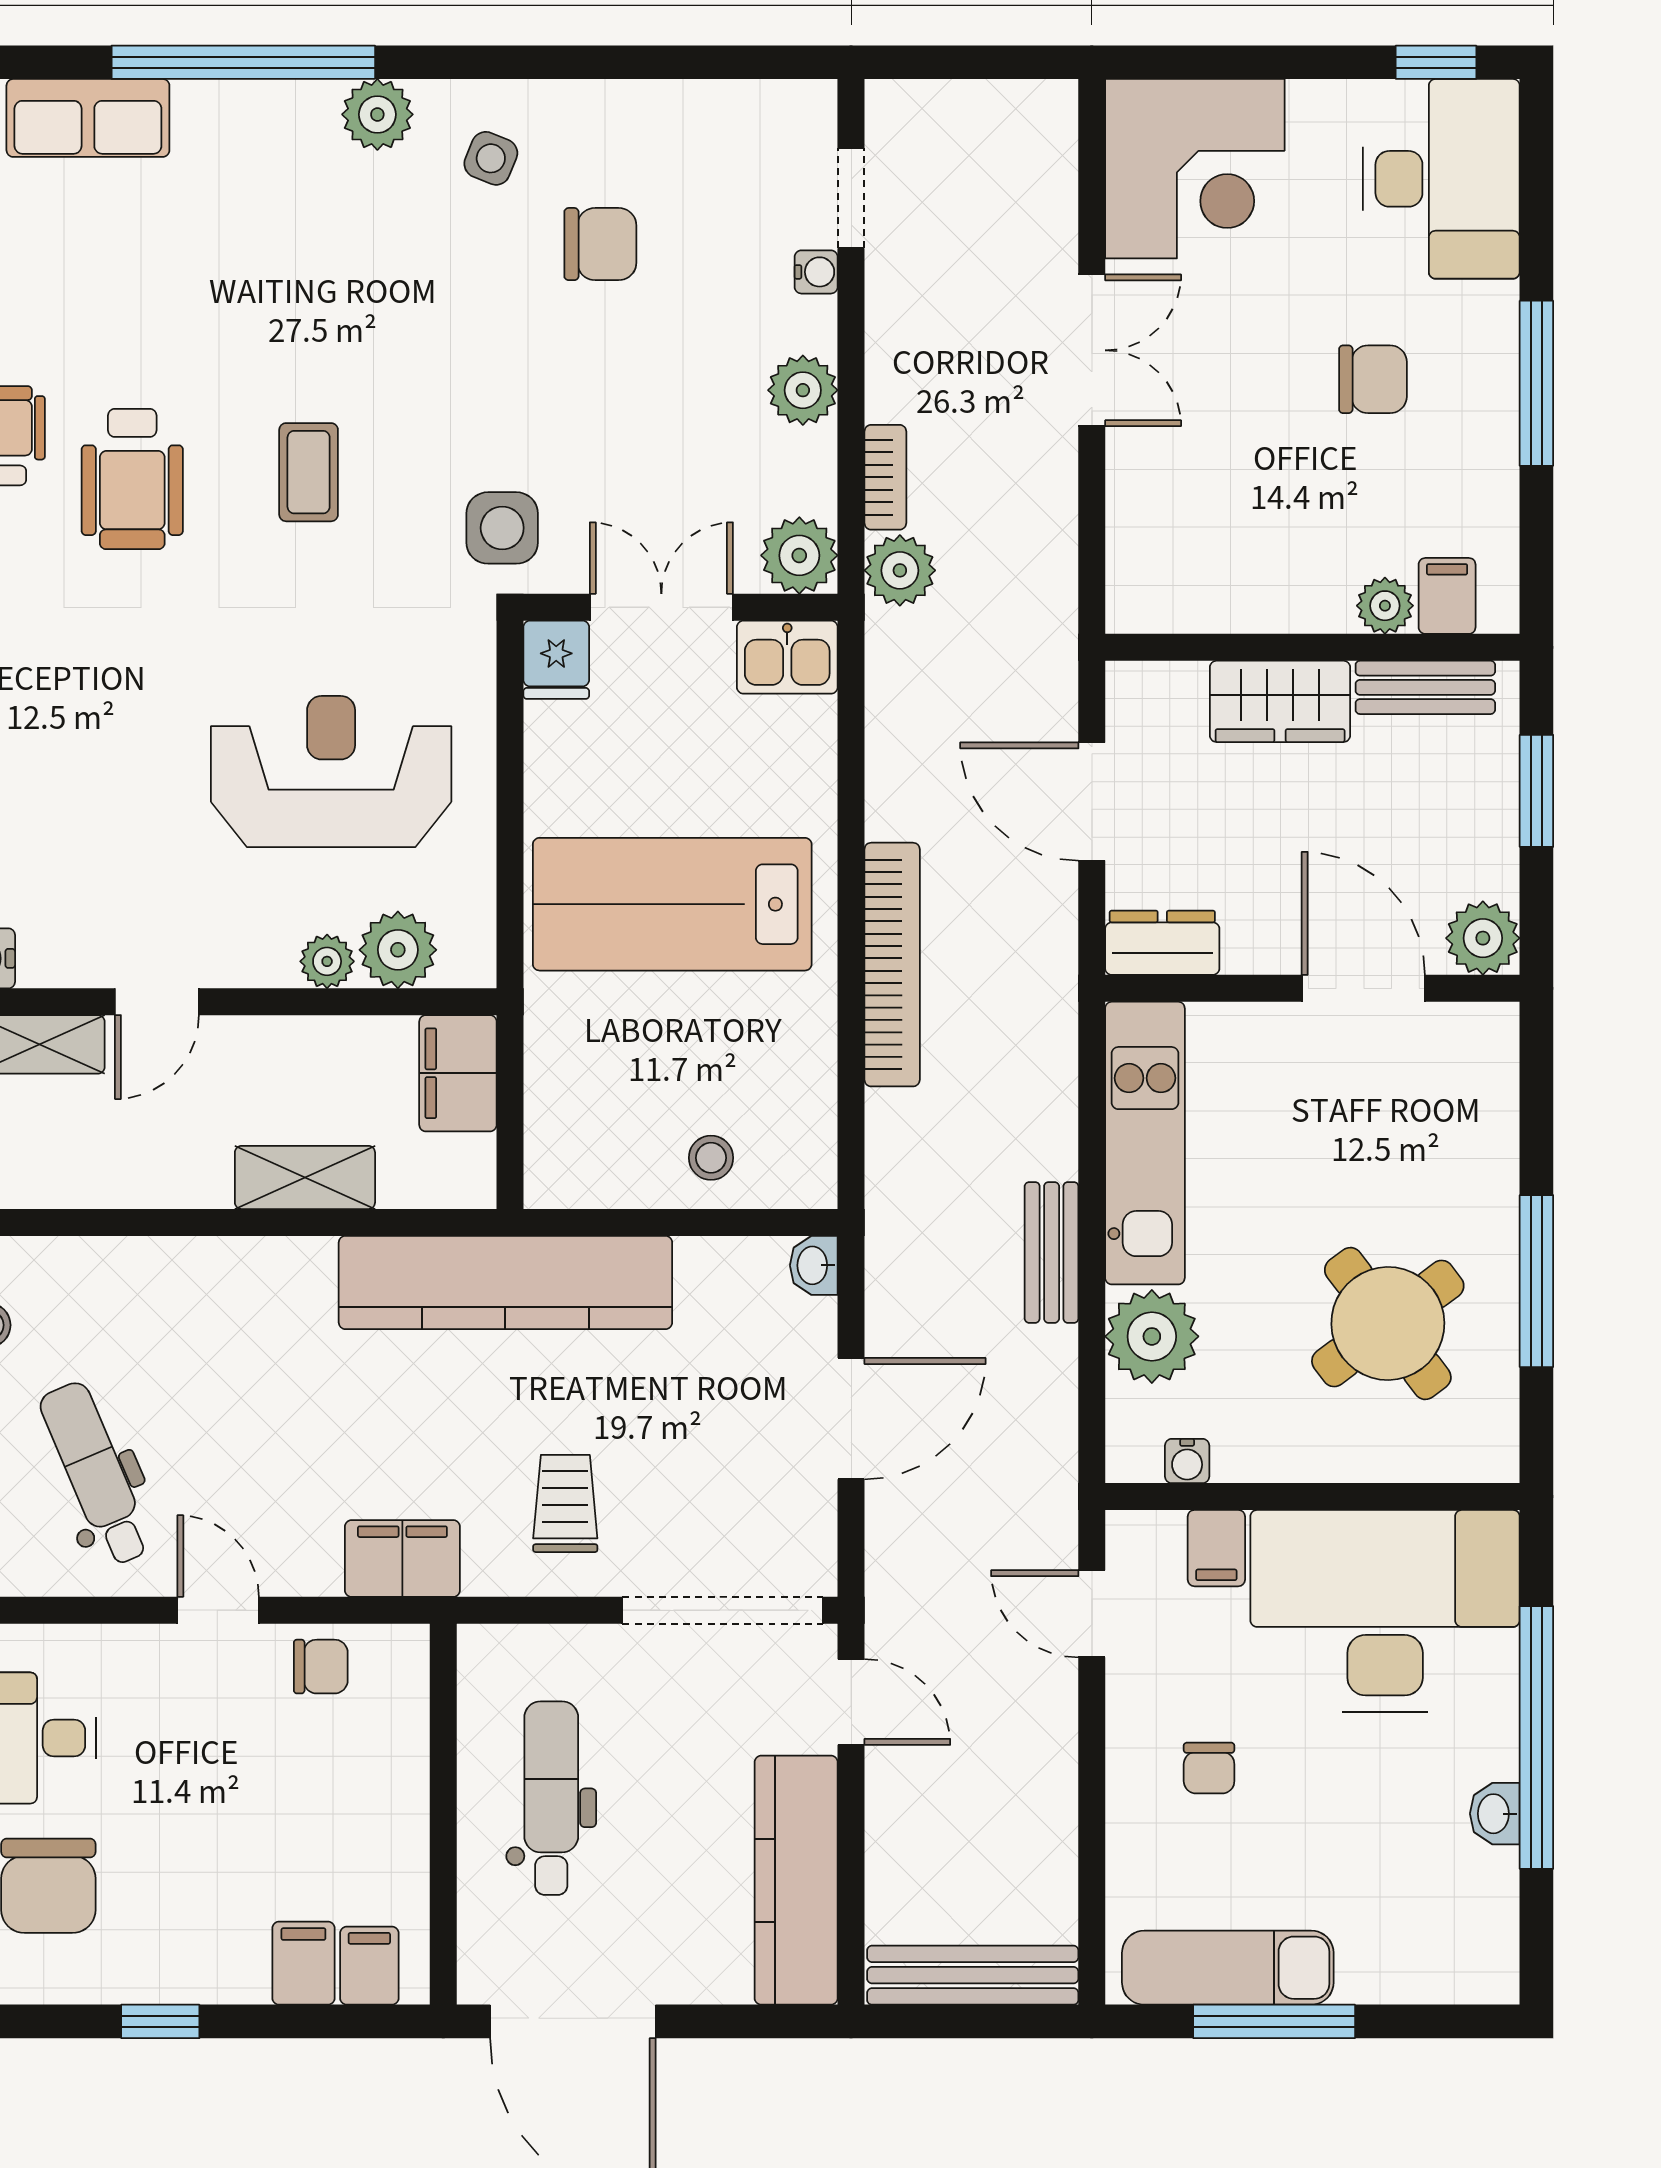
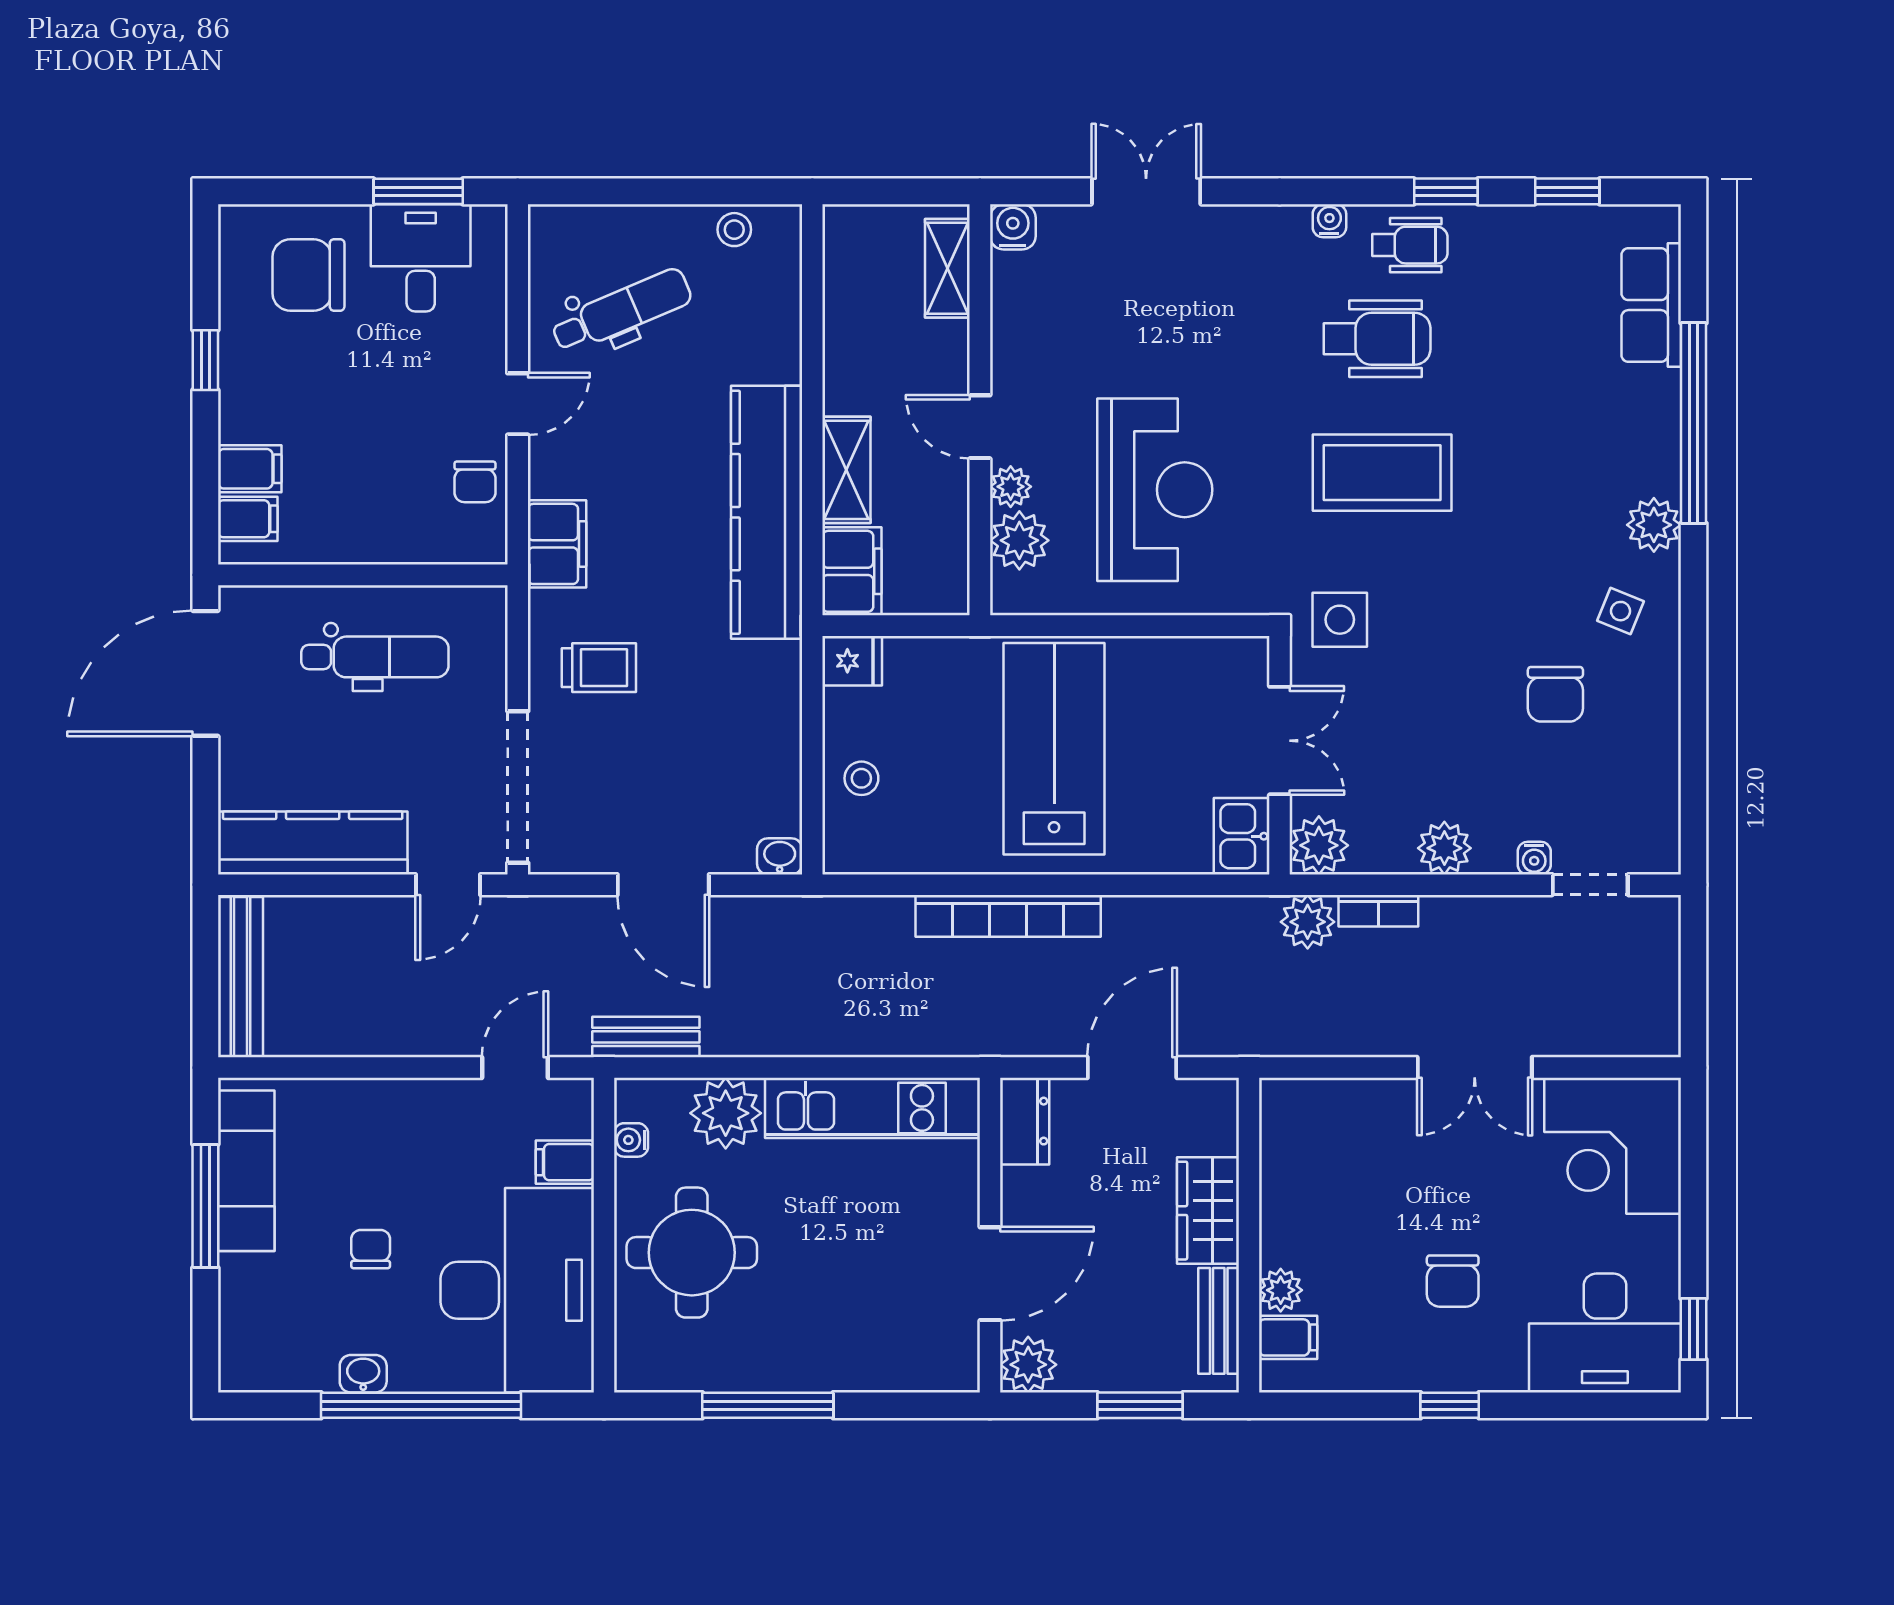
window: (1536, 383) -> (1450, 1405), width x0.46
coffee table: (309, 472) -> (1382, 473), width x1.86, depth x1.72
wheelchair: (132, 479) -> (1377, 339), turned 180
fridge: (556, 660) -> (852, 661), moved, turned 180
door: (157, 1002) -> (980, 427), moved
filing cabinet: (458, 1073) -> (852, 571), moved, turned 90
bench: (1052, 1252) -> (646, 1037), moved
kitchen counter: (505, 1282) -> (767, 512), moved
round table: (1388, 1324) -> (692, 1253), moved, turned 37
chair: (1209, 1768) -> (371, 1249), moved, turned 90

